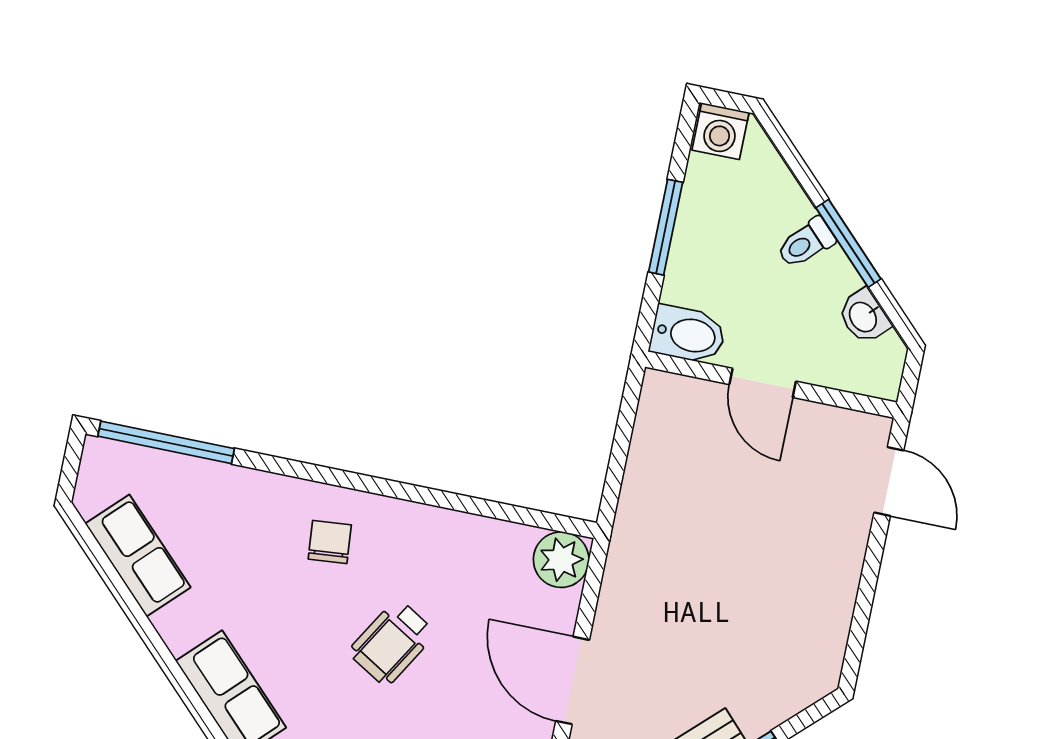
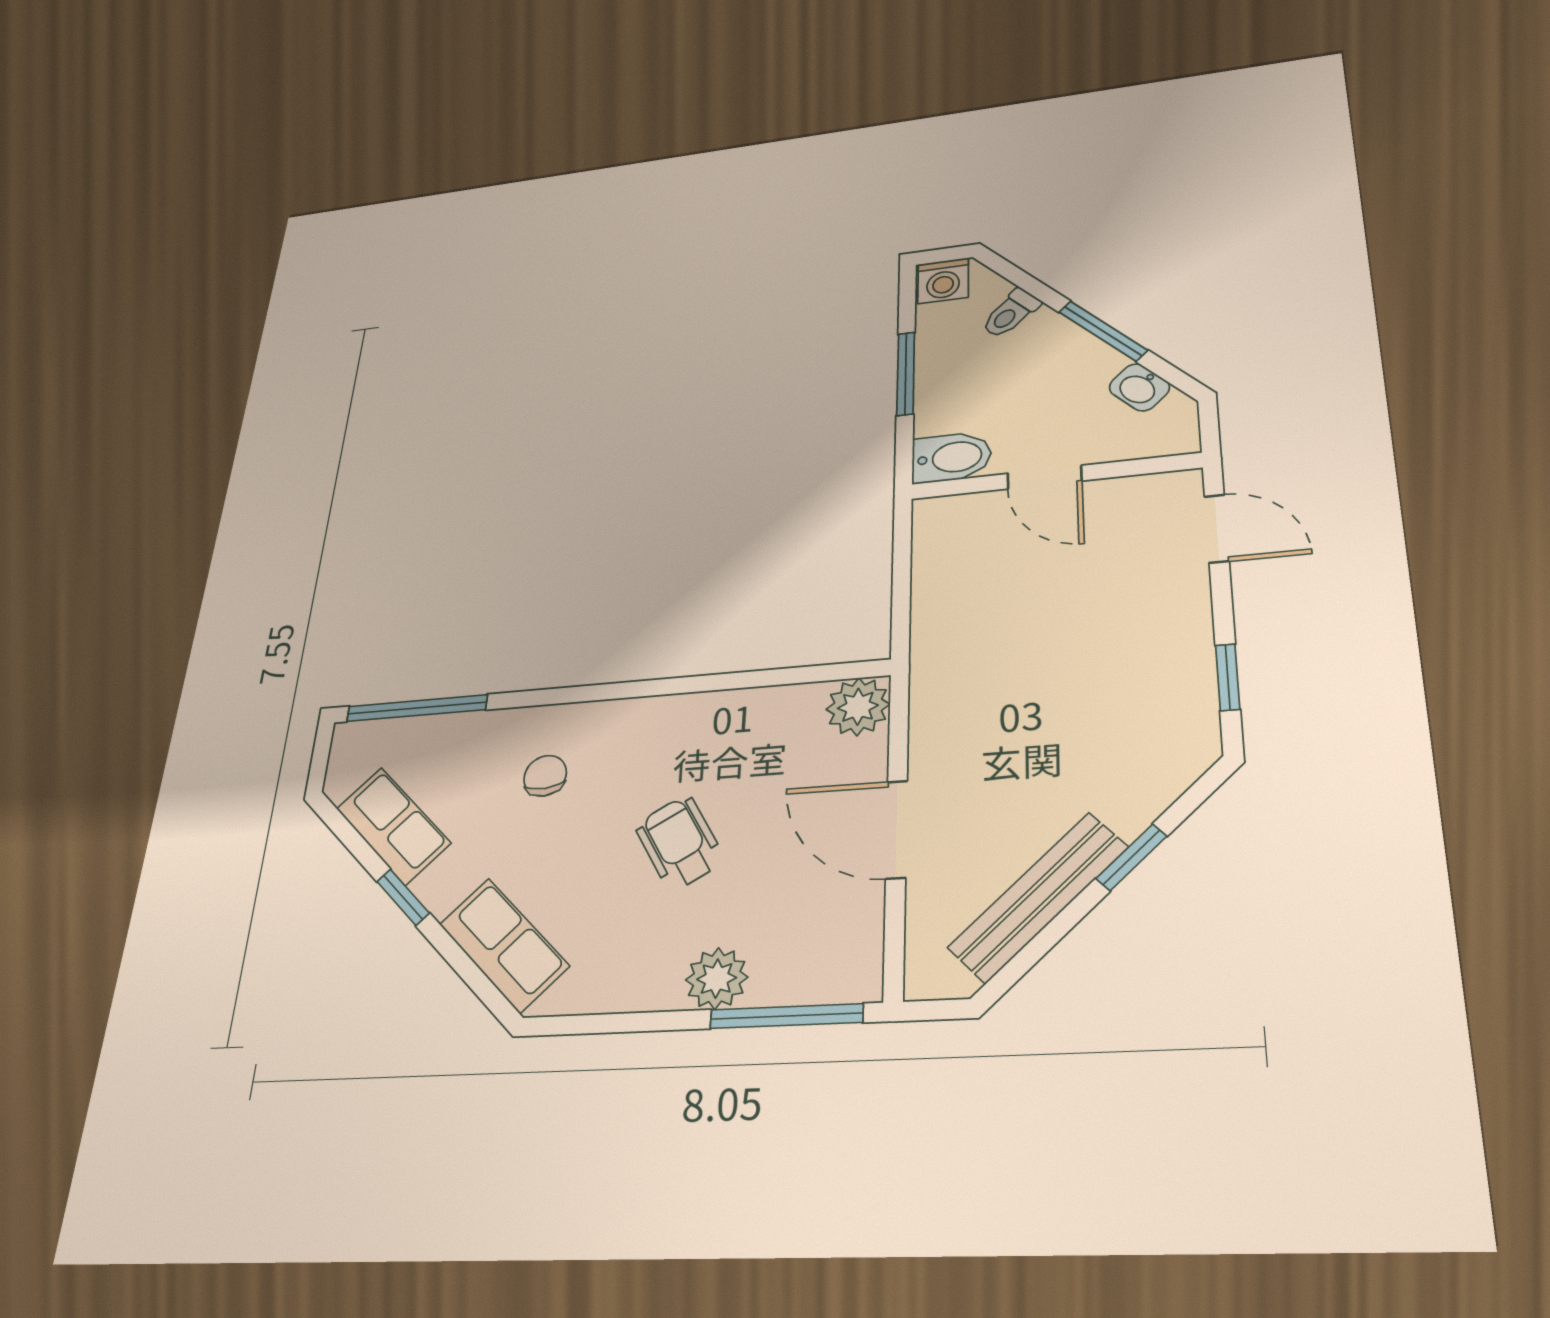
toilet: (806, 243) -> (1010, 313), moved
chair: (330, 542) -> (545, 776), moved
window: (860, 622) -> (1228, 677), added
window: (144, 627) -> (403, 897), added
wheelchair: (392, 643) -> (680, 843), turned 119

